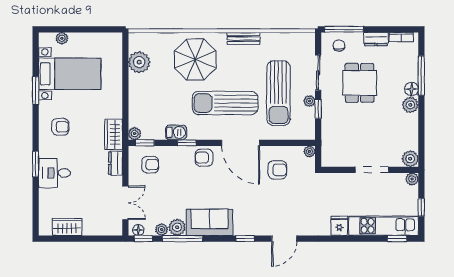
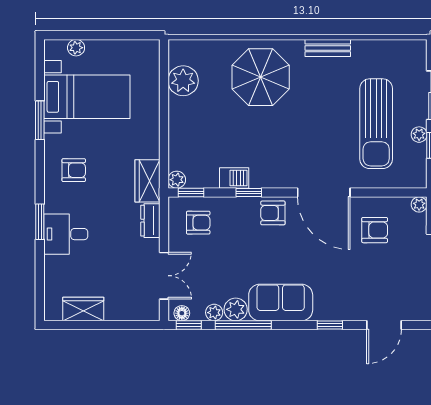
sun lounger: (225, 103) -> (302, 137), removed

